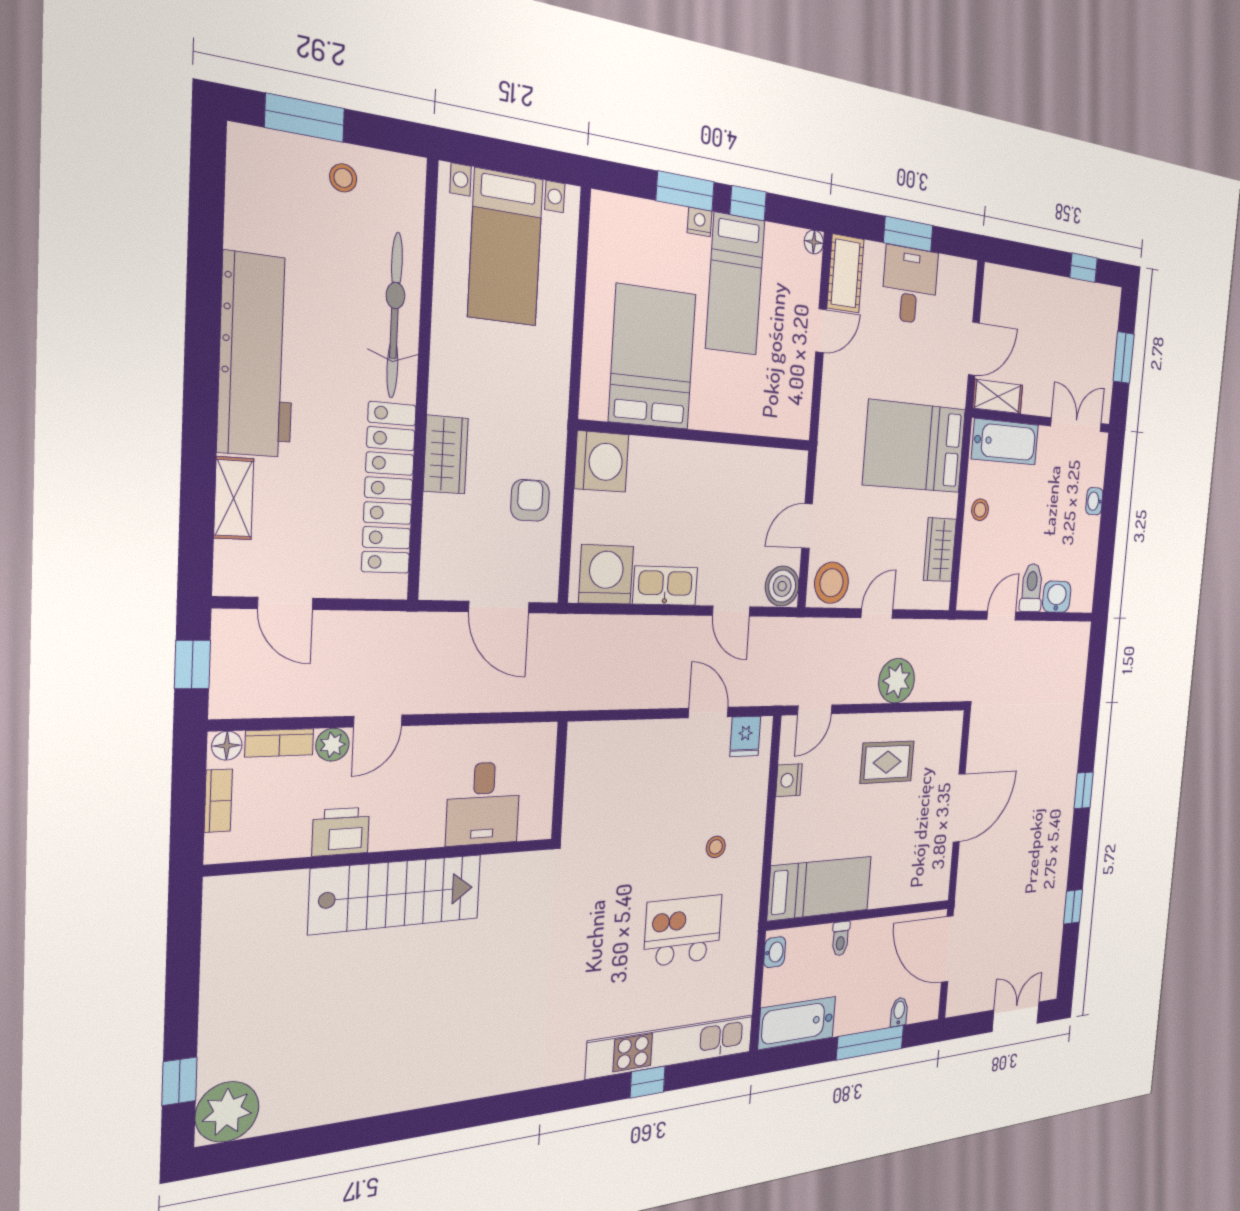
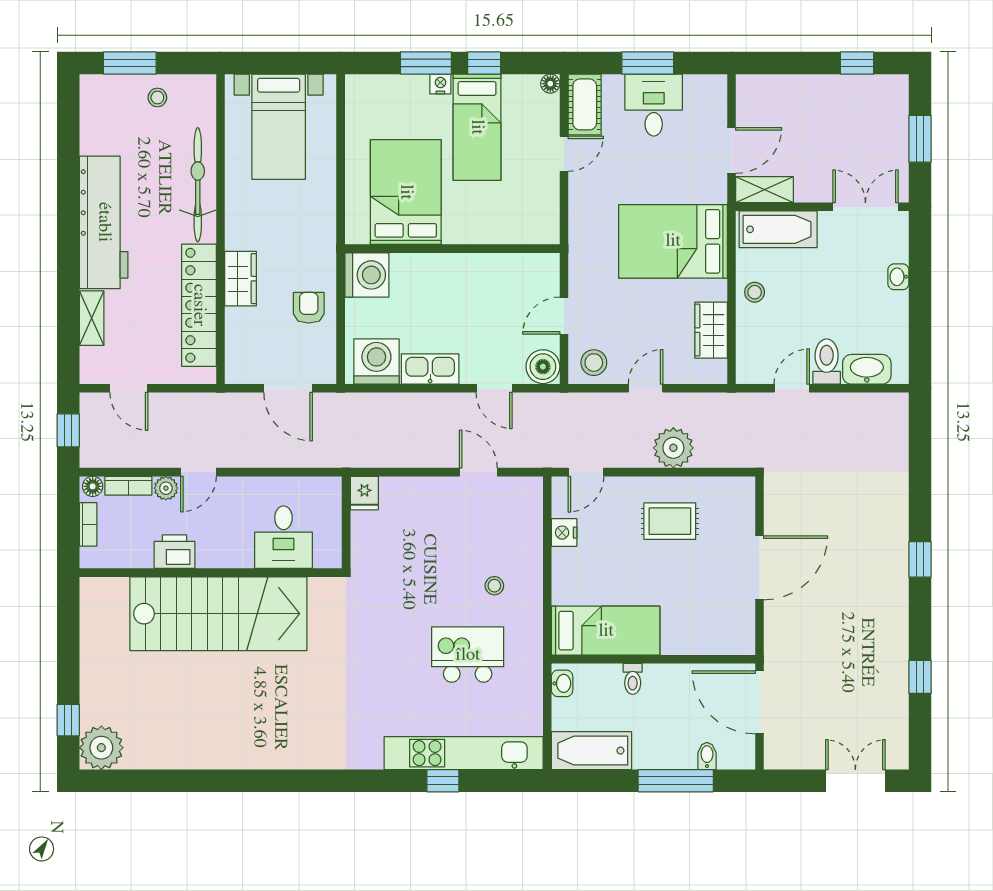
stool: (832, 583) -> (594, 363), width x0.73, depth x0.73
washbasin: (1057, 597) -> (867, 369), width x1.38
fridge: (745, 736) -> (364, 493), moved
stairs: (396, 894) -> (218, 614), width x1.36, depth x1.51

